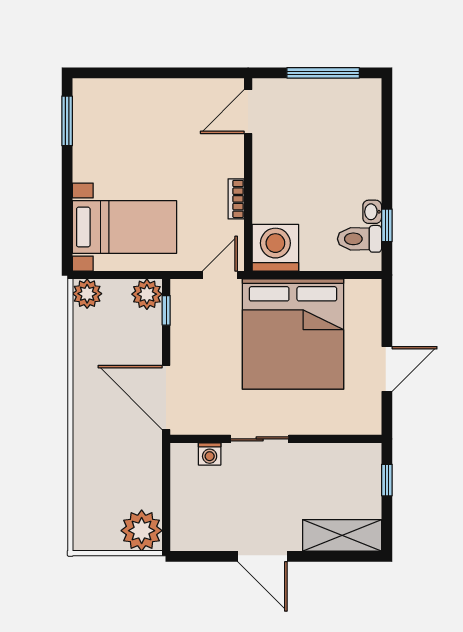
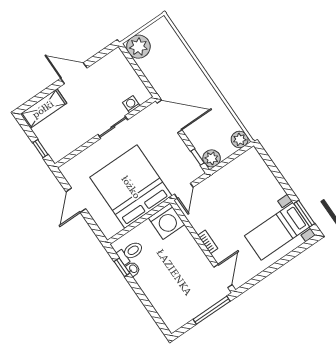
window: (323, 73) -> (212, 310), moved
bookcase: (236, 199) -> (208, 242), moved
bed with nightstands: (124, 227) -> (277, 231), moved

